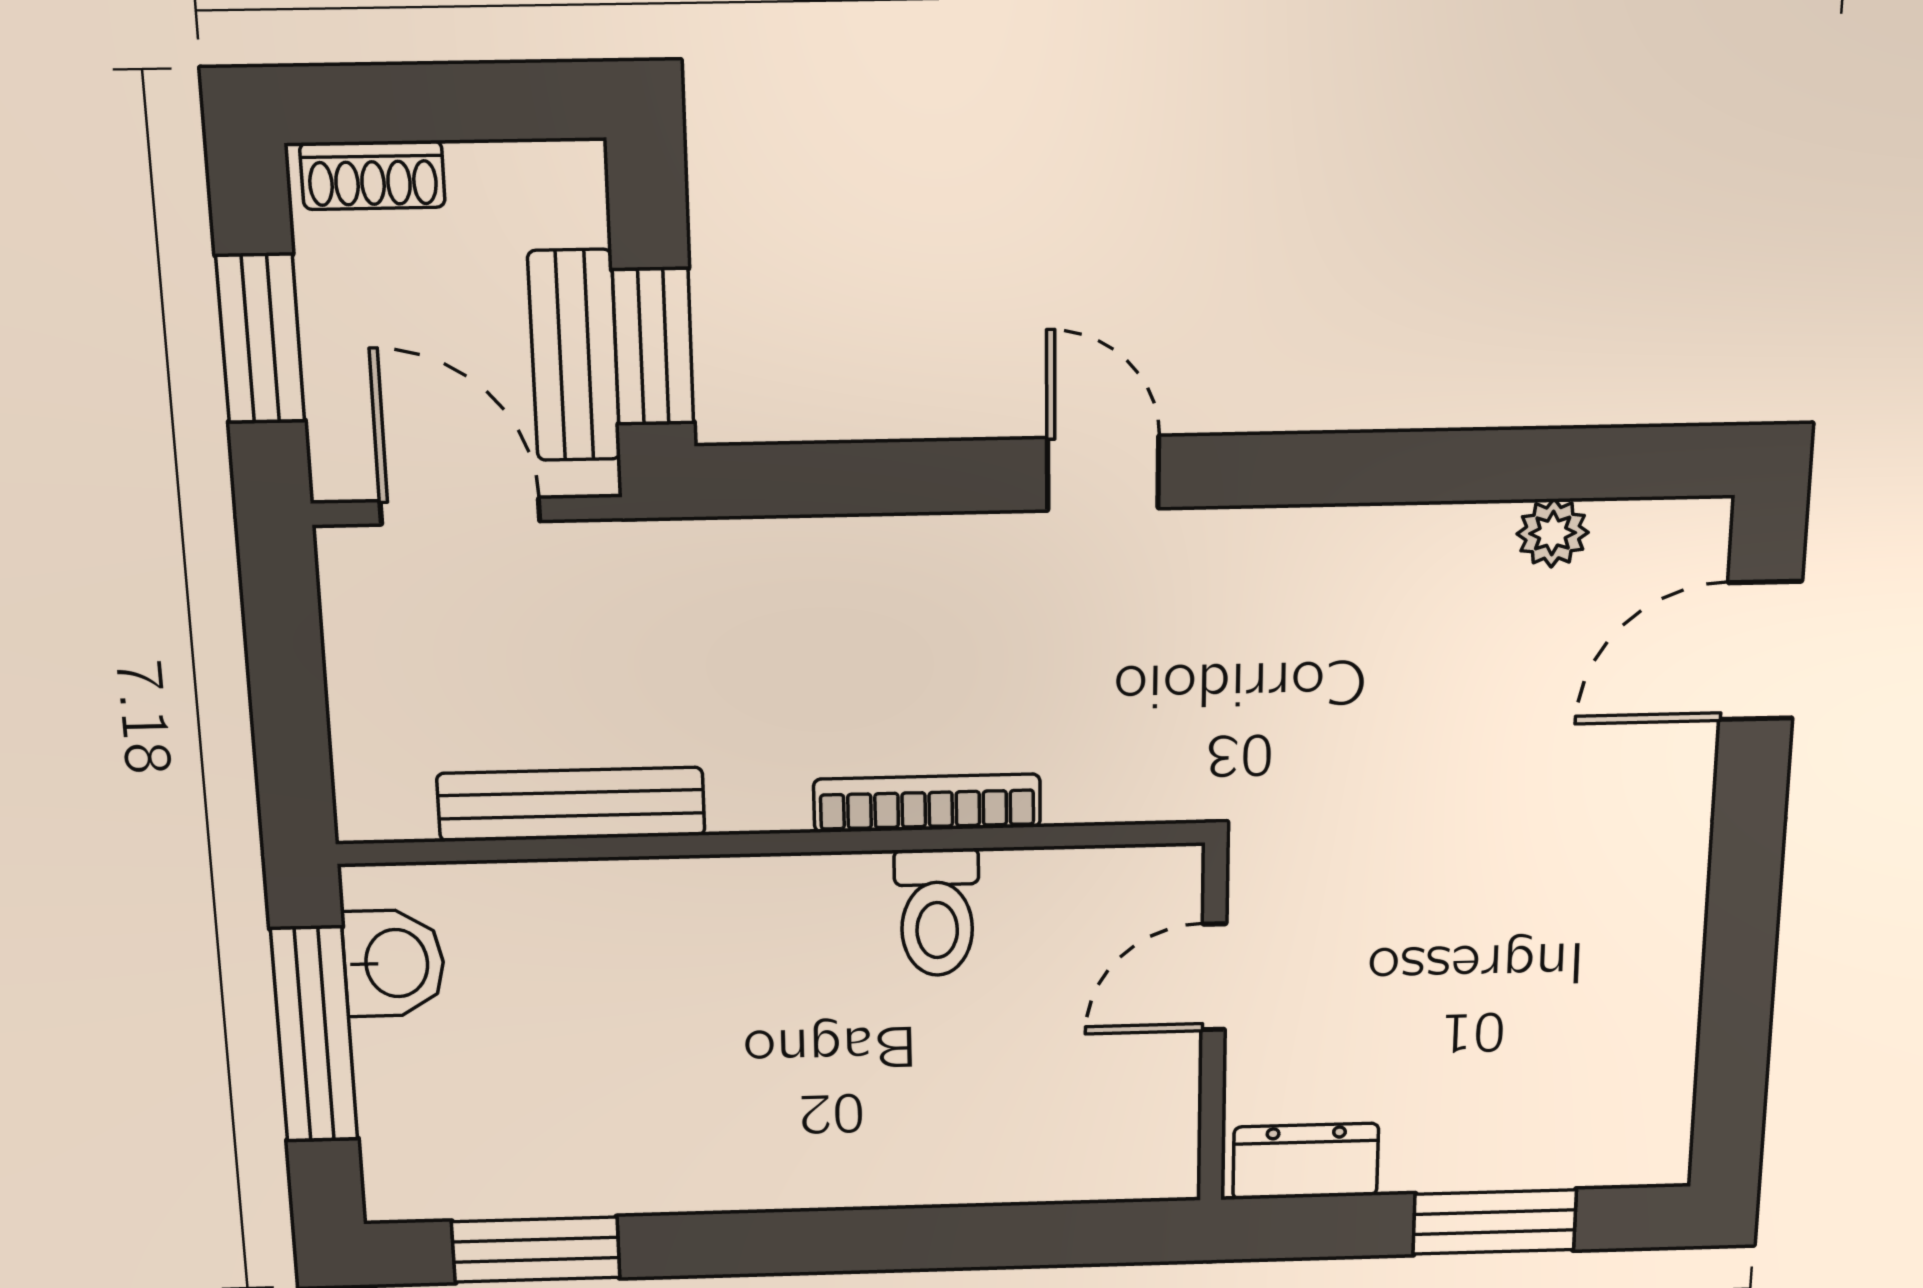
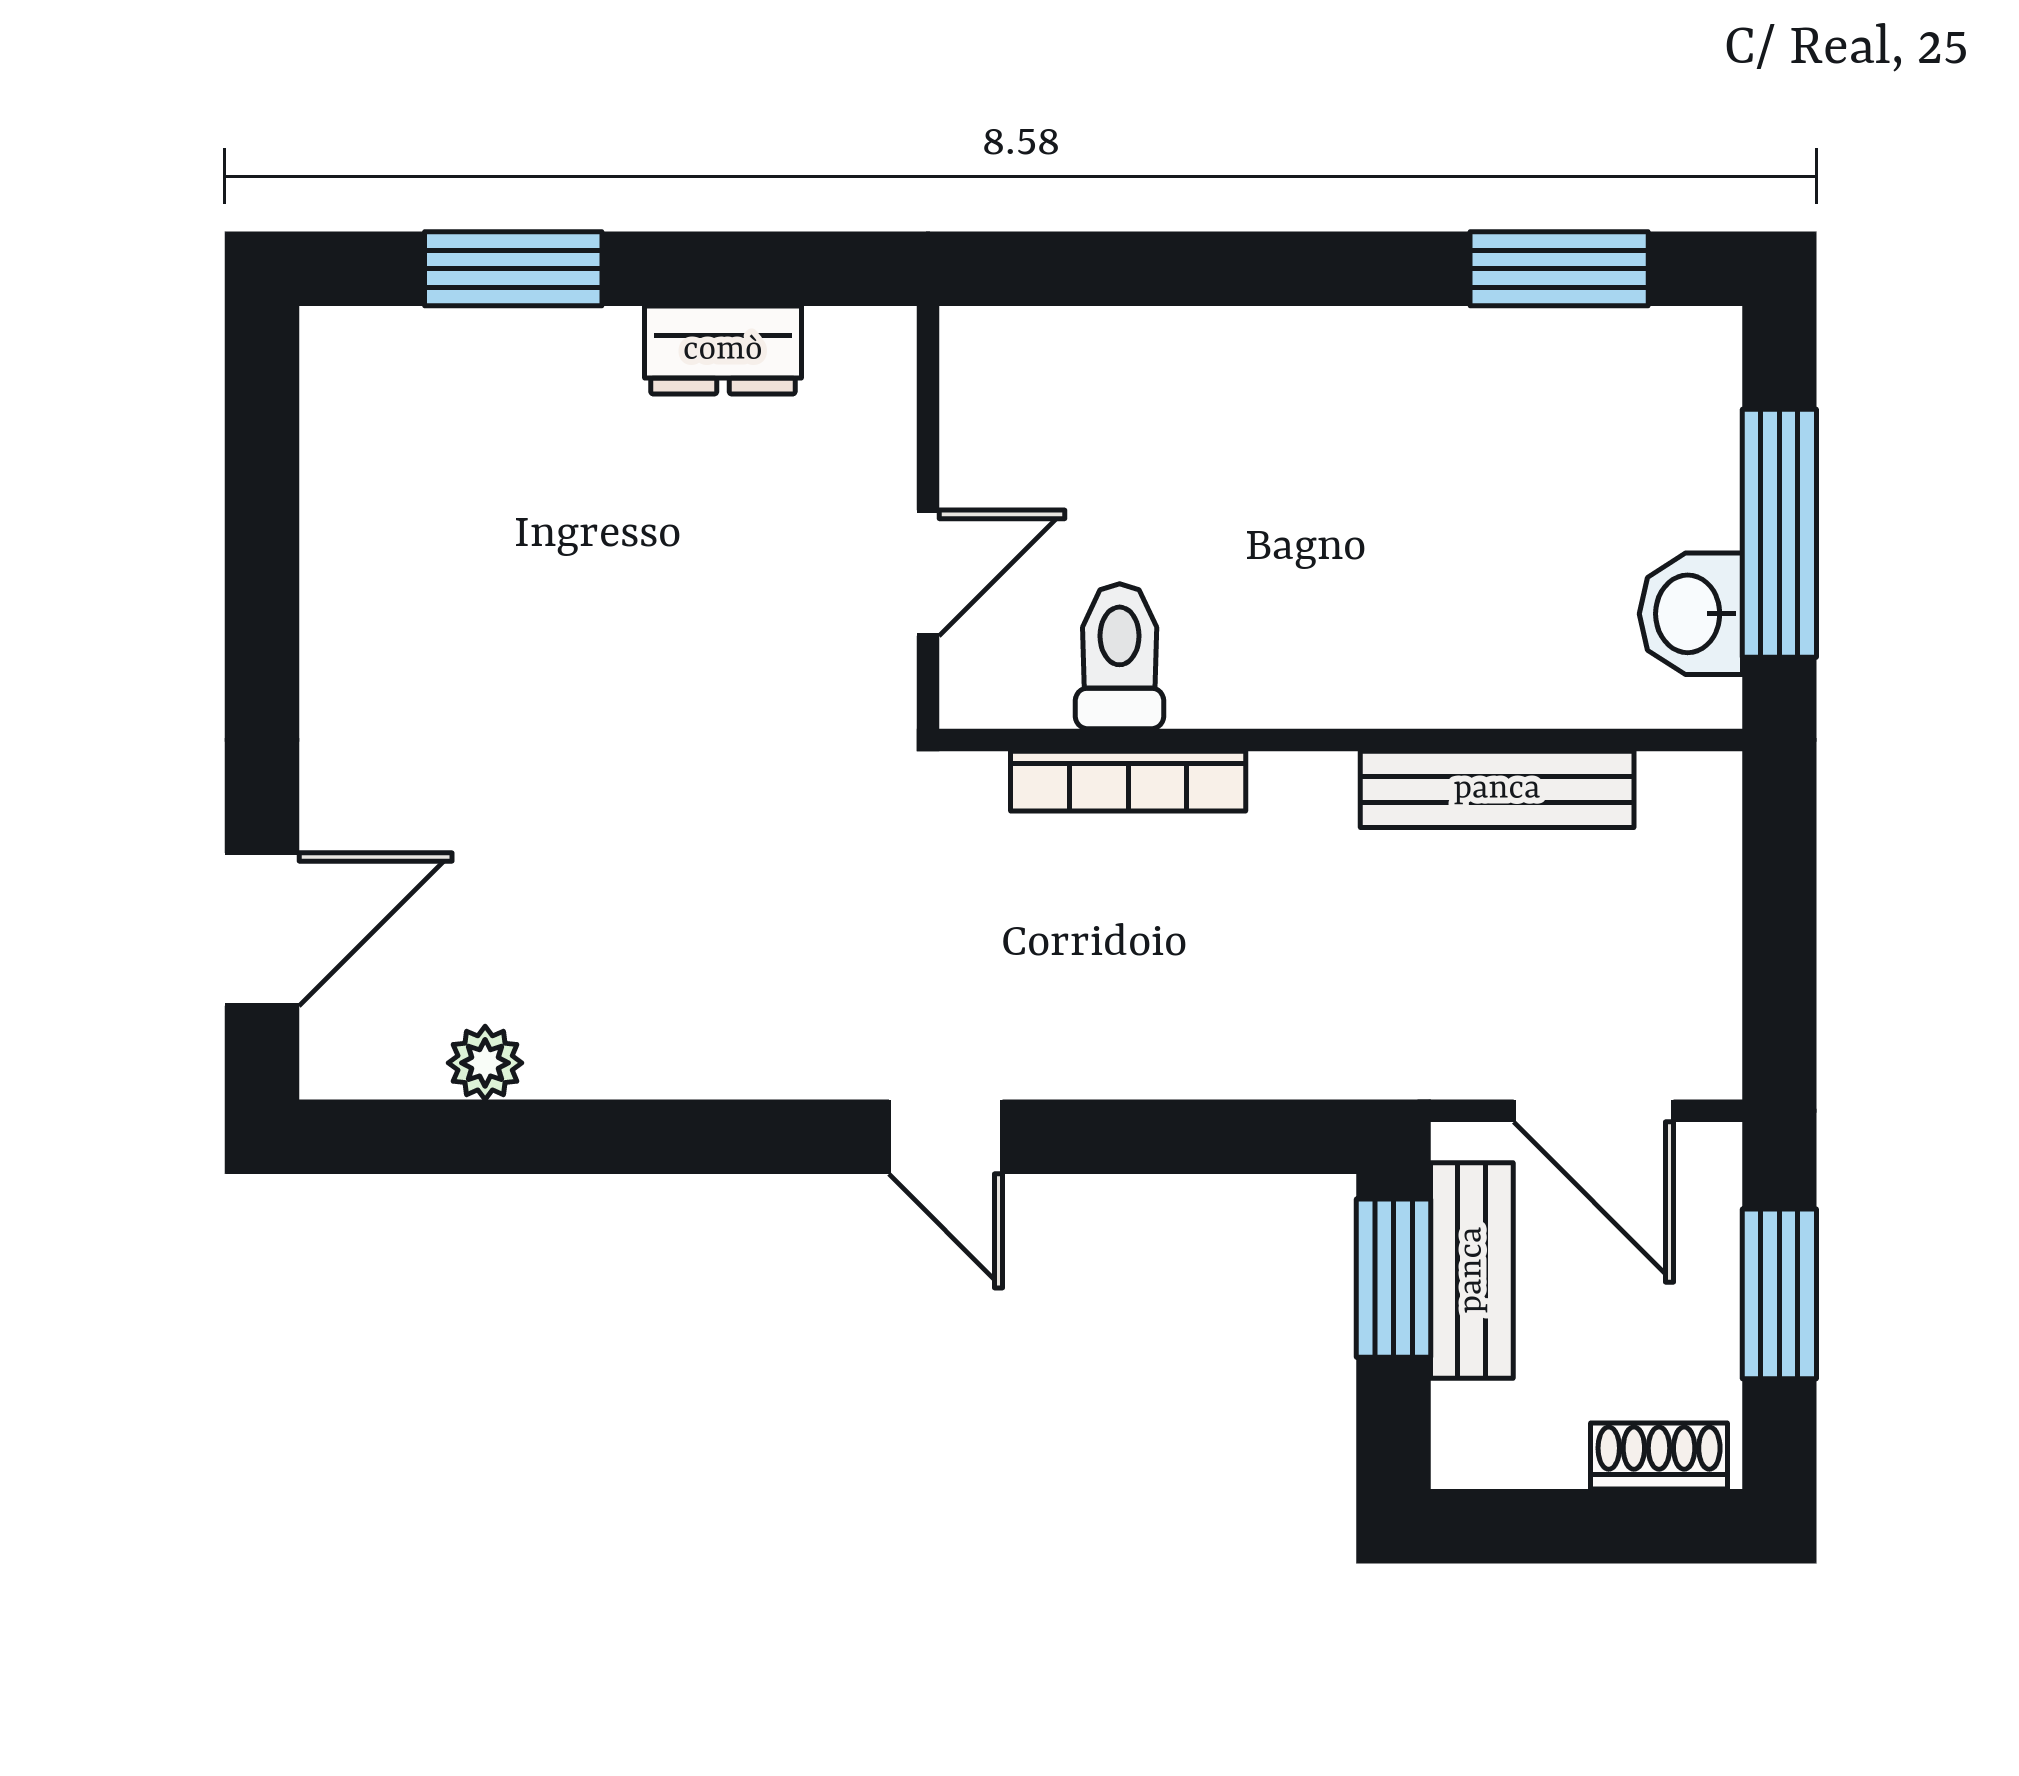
door: (1214, 977) -> (928, 573), moved
wall: (1213, 1024) -> (928, 517), moved

